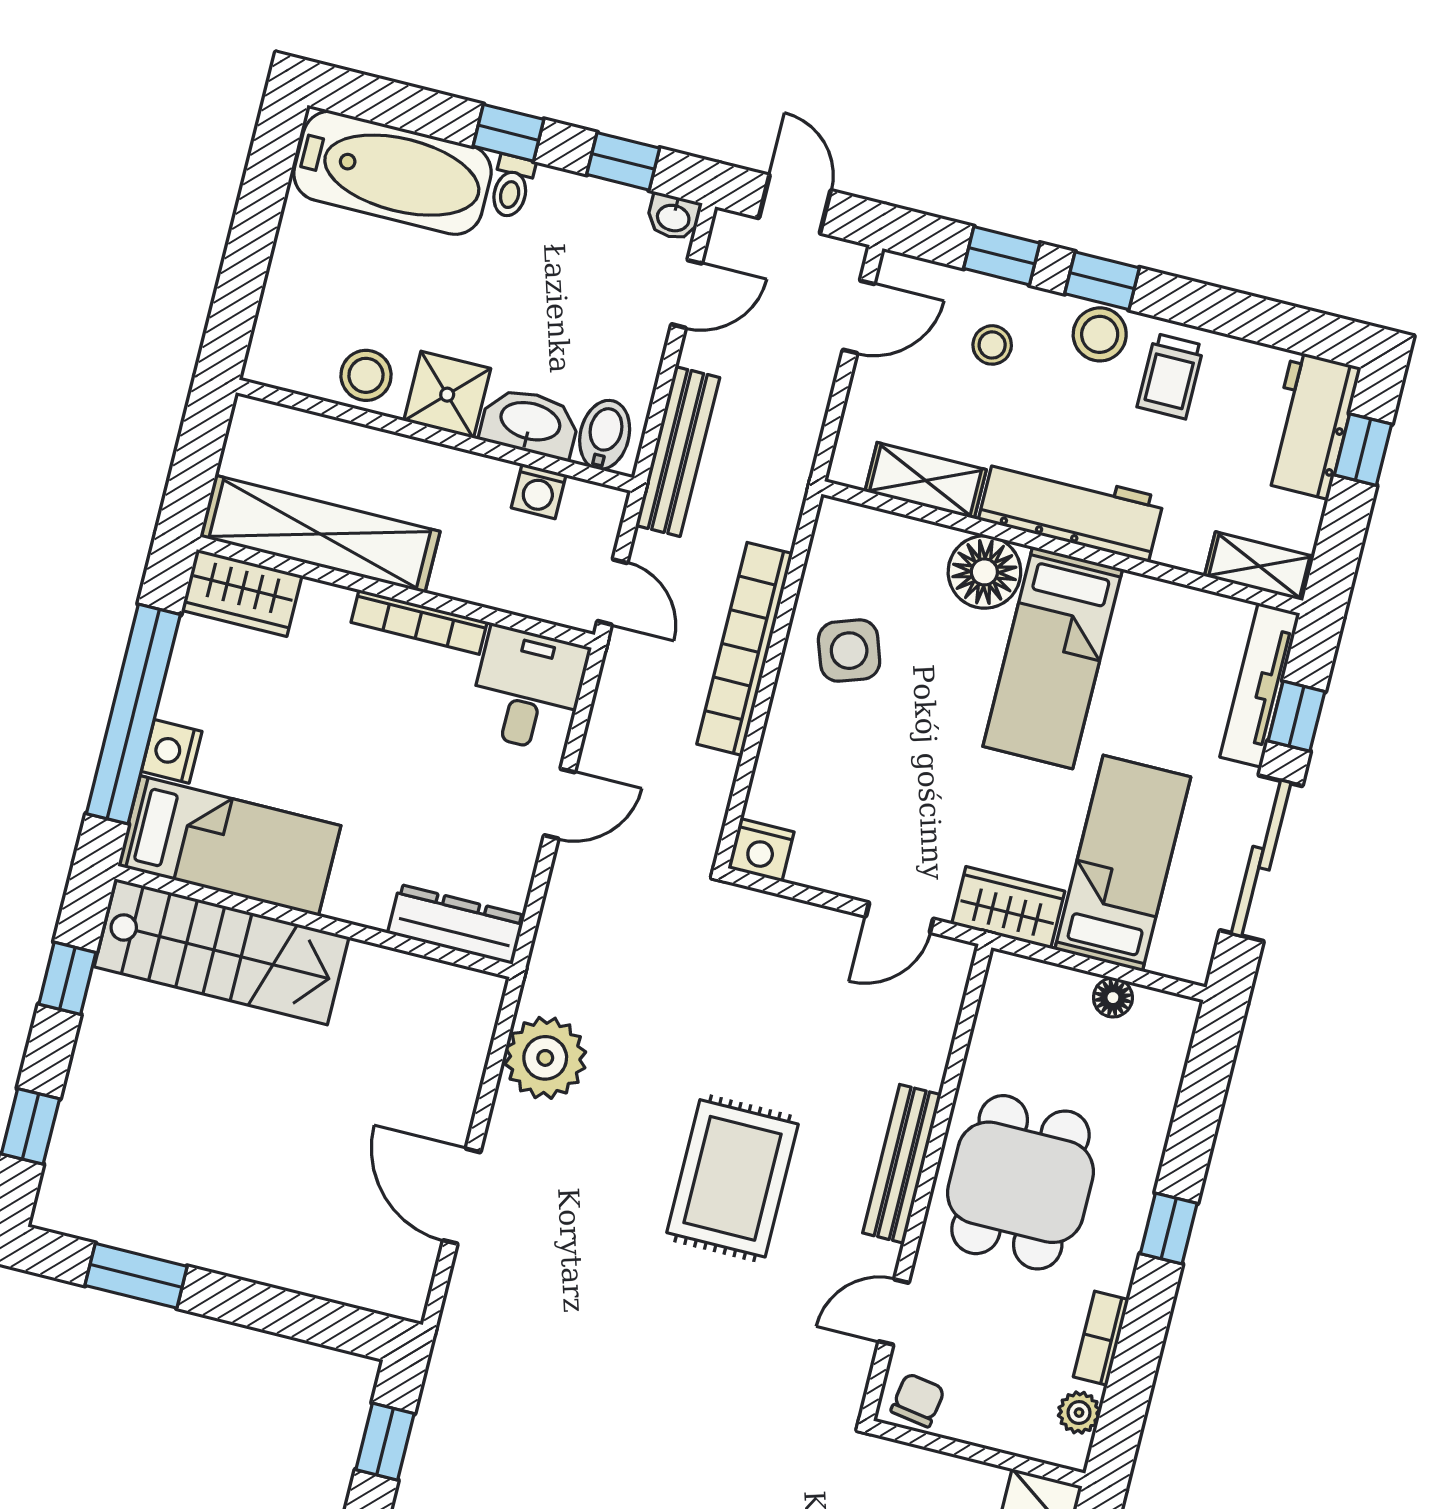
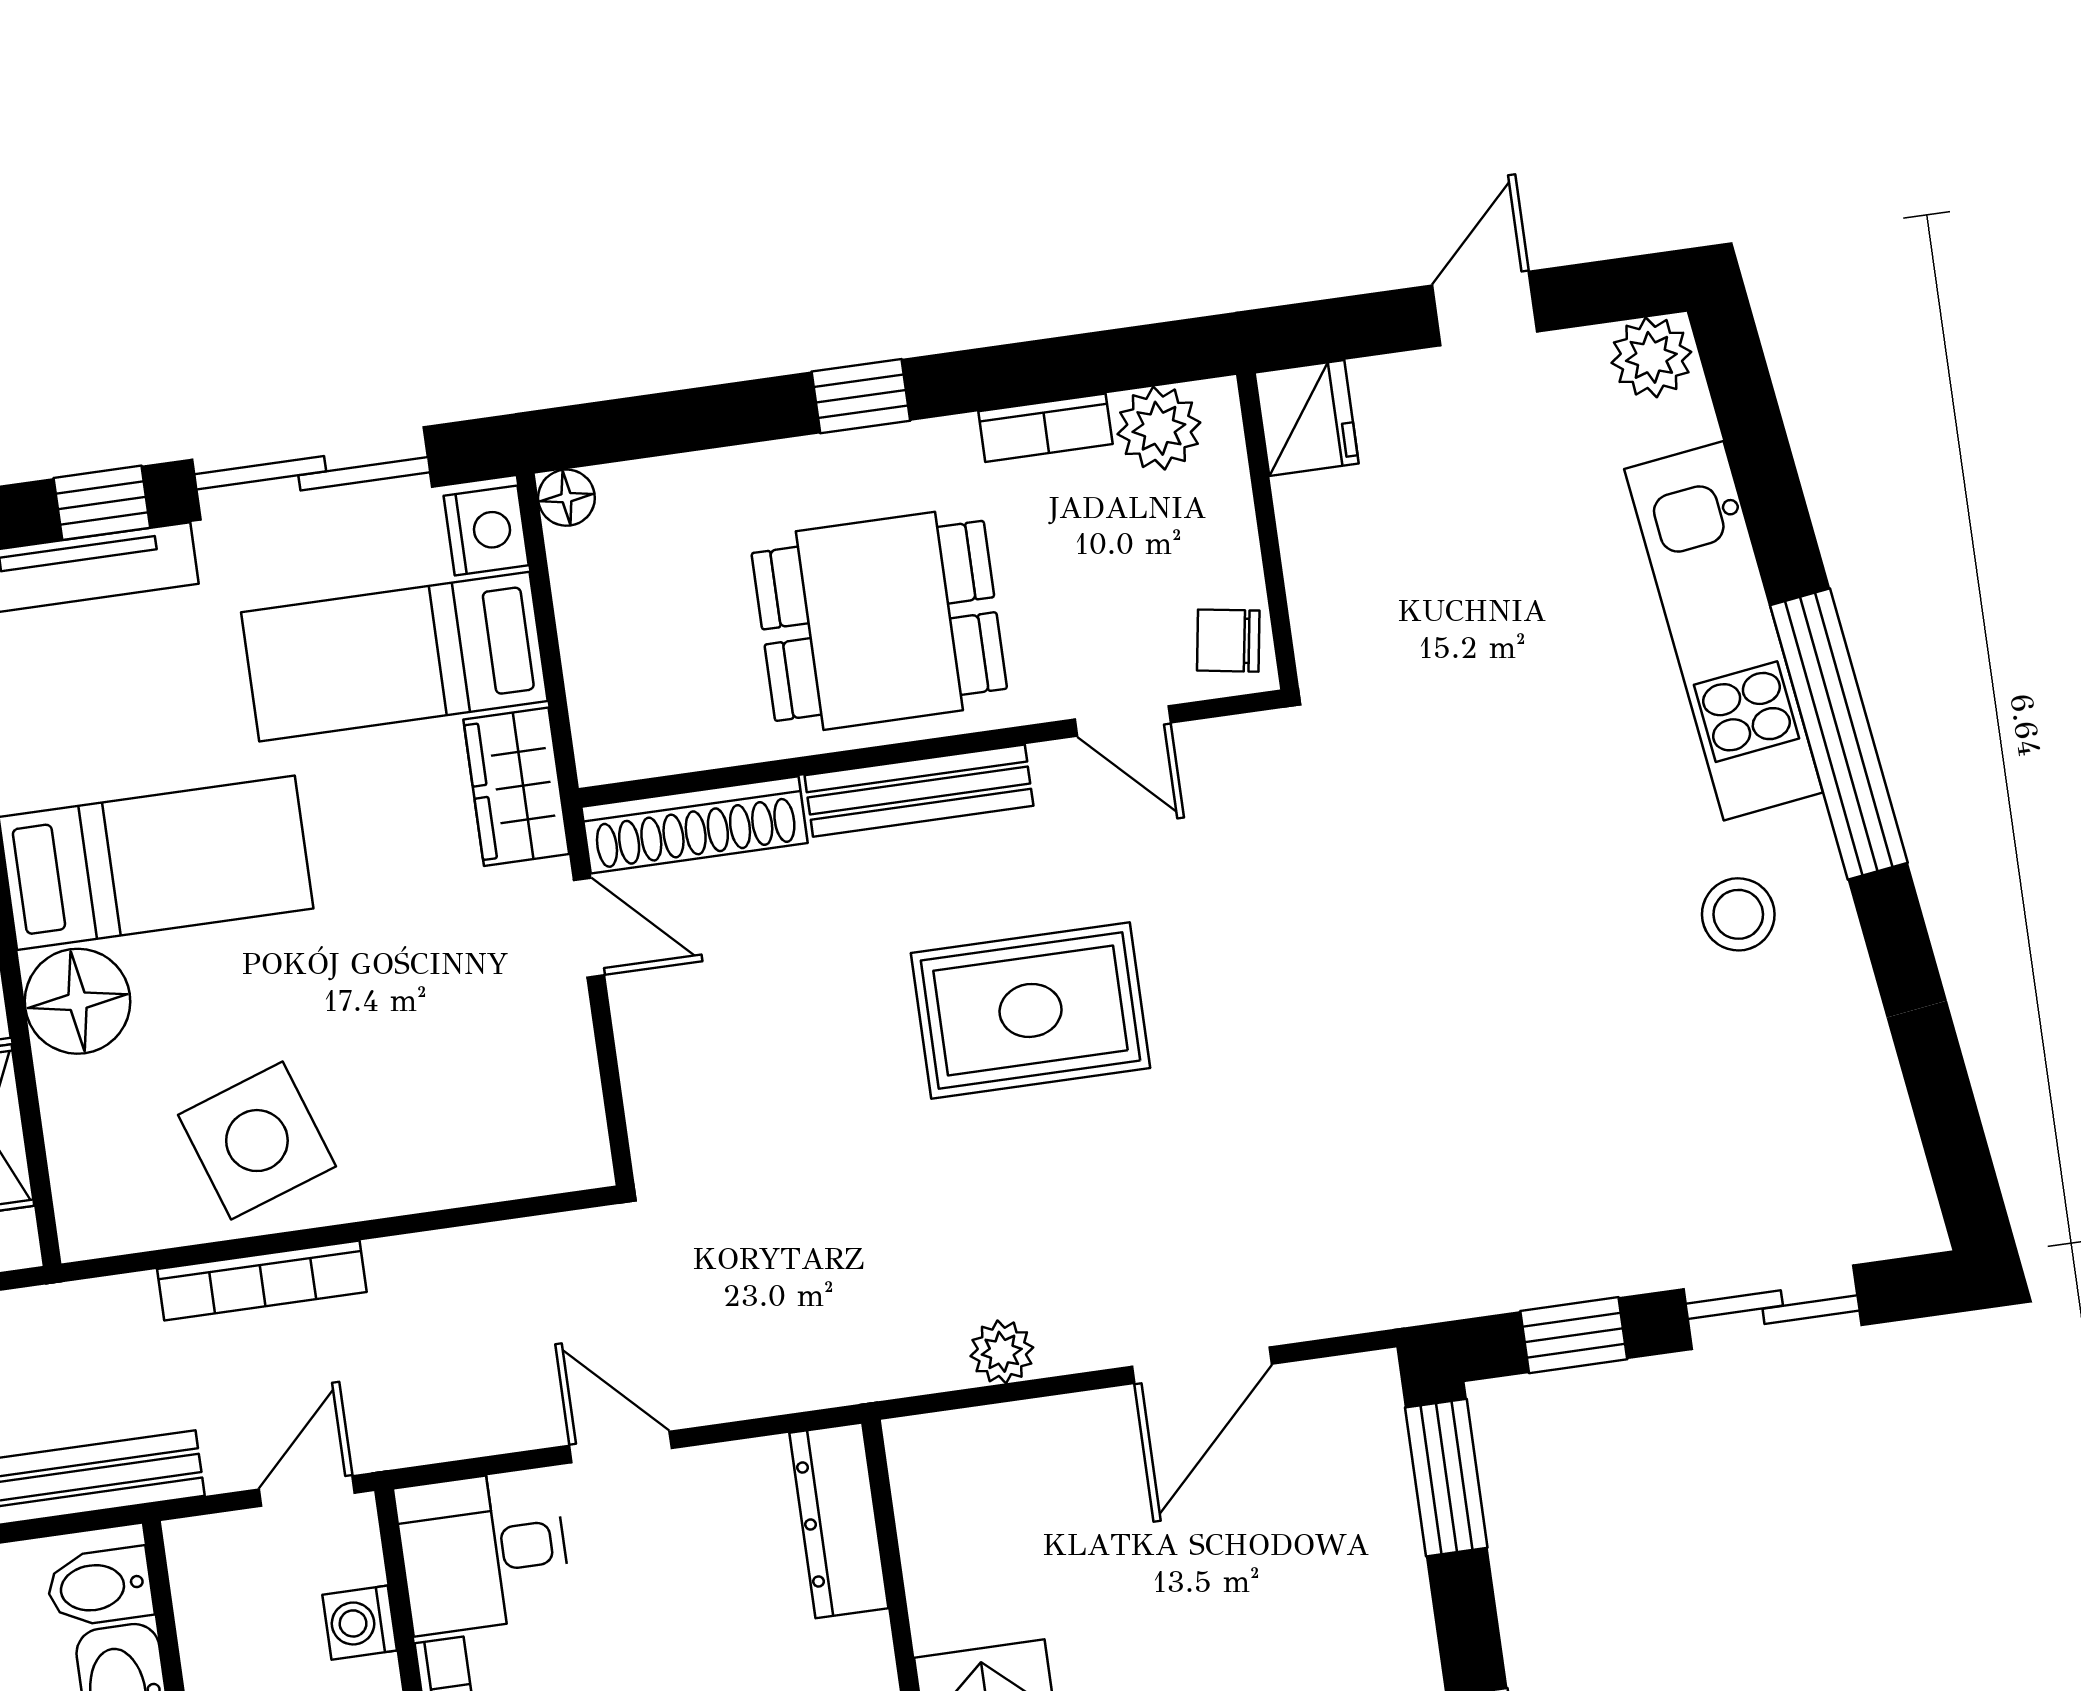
washing machine: (539, 491) -> (360, 1623), moved, turned 180
bookcase: (745, 649) -> (262, 1281), width x0.68, depth x0.76
side table: (849, 651) -> (257, 1141), width x1.37, depth x1.37
nightstand: (761, 850) -> (486, 531), moved
floor lamp: (1113, 998) -> (566, 498), moved
shoe rack: (938, 1012) -> (695, 825), added
plant: (545, 1058) -> (1002, 1352), width x0.53, depth x0.53
window: (327, 1323) -> (1446, 1478), added
plant: (1079, 1413) -> (1159, 428), width x1.38, depth x1.38

